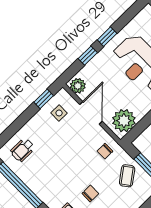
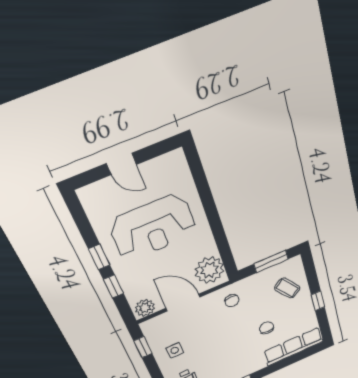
side table: (59, 113) -> (175, 350), moved
coffee table: (127, 176) -> (287, 288), moved

